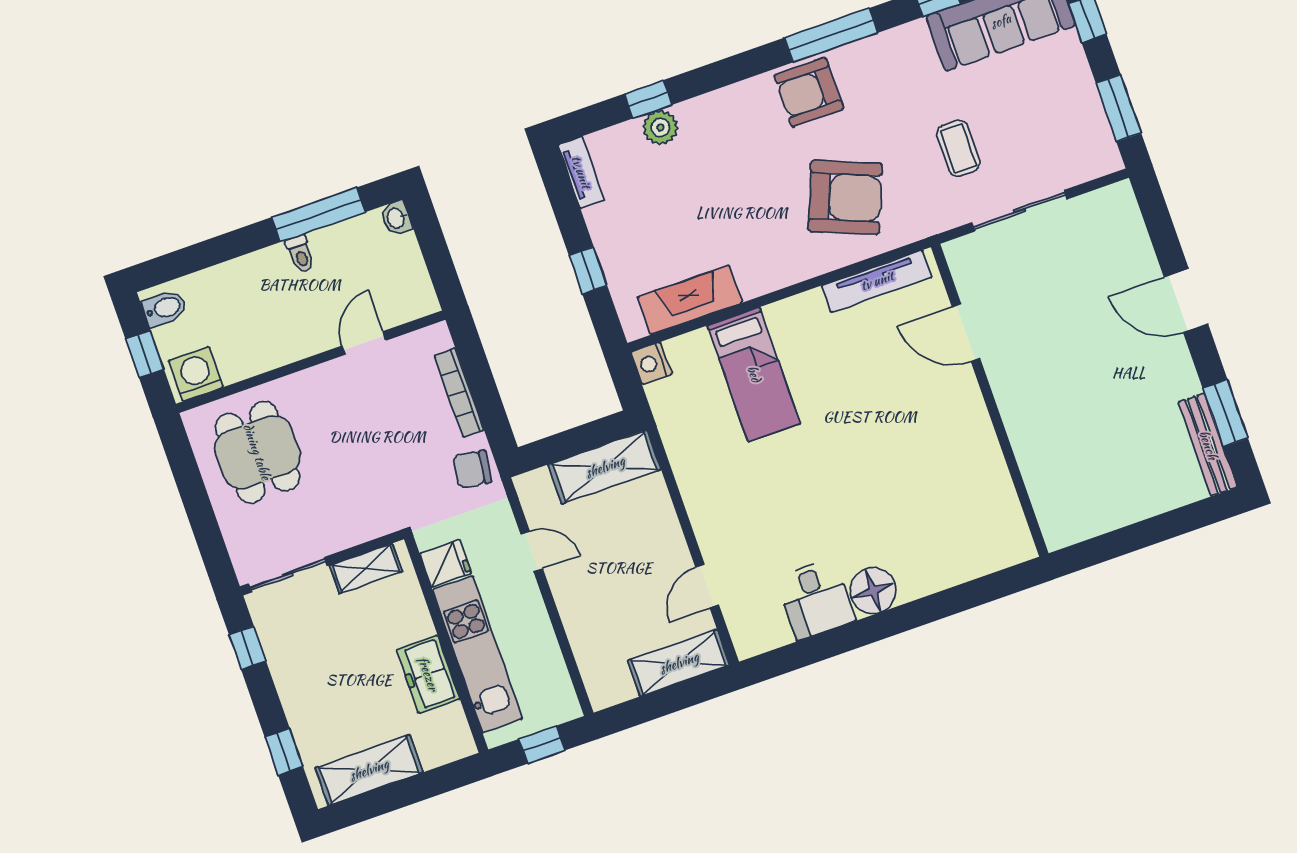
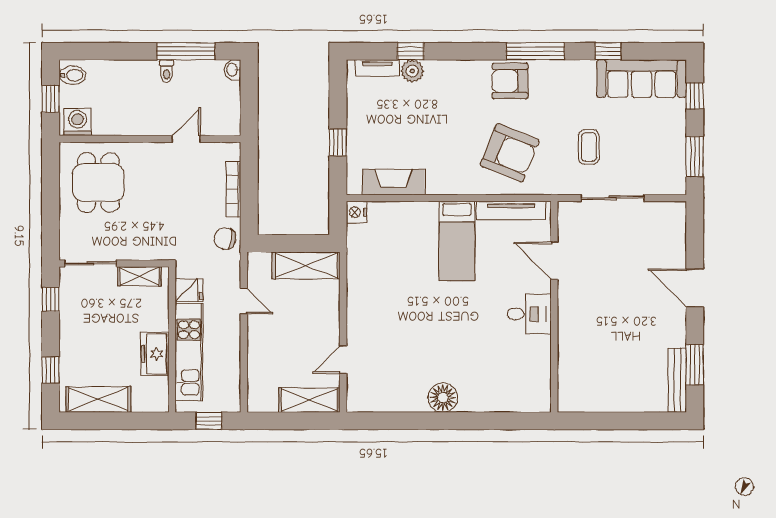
tv unit: (581, 172) -> (377, 68), moved, turned 90
bed: (754, 374) -> (457, 241), moved
desk: (815, 599) -> (529, 314), moved, turned -90

